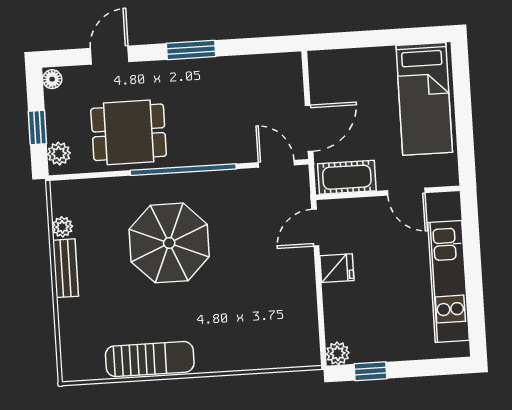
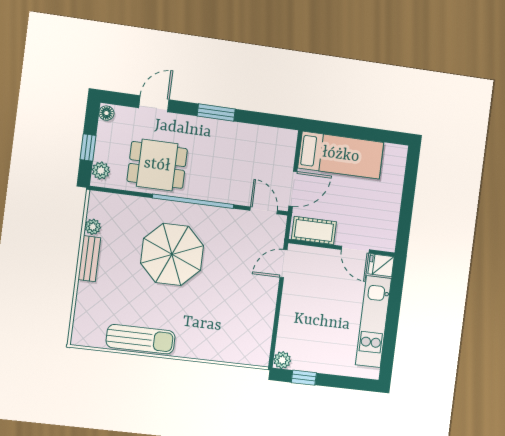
bed: (424, 99) -> (341, 155), moved, turned -90
fridge: (337, 268) -> (381, 265), moved, turned 180

